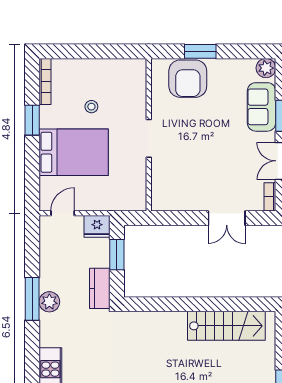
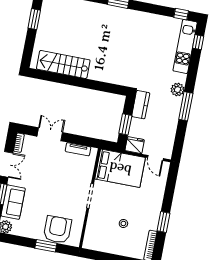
bed: (74, 152) -> (120, 168), moved, turned 180
tv unit: (180, 204) -> (78, 149), added
door: (63, 213) -> (155, 158), hinge flipped
plant: (49, 302) -> (177, 90), moved

